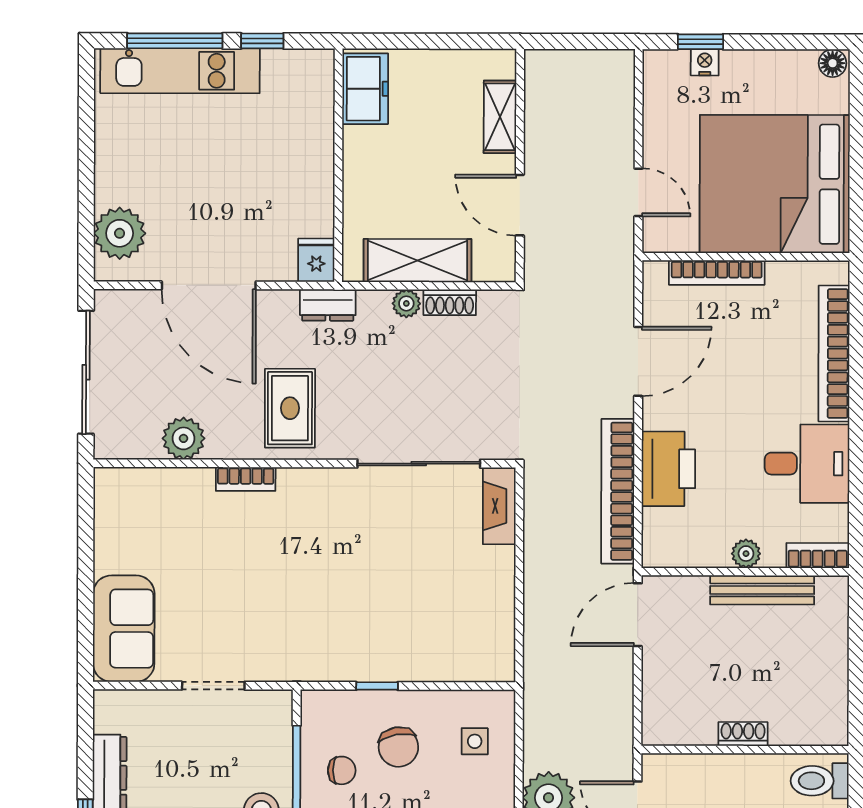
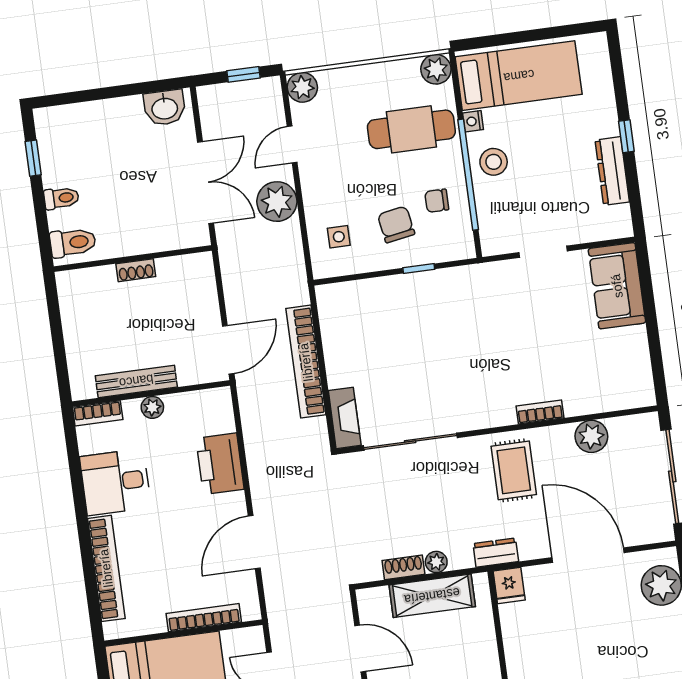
bookcase: (618, 491) -> (306, 362), moved, turned 180

